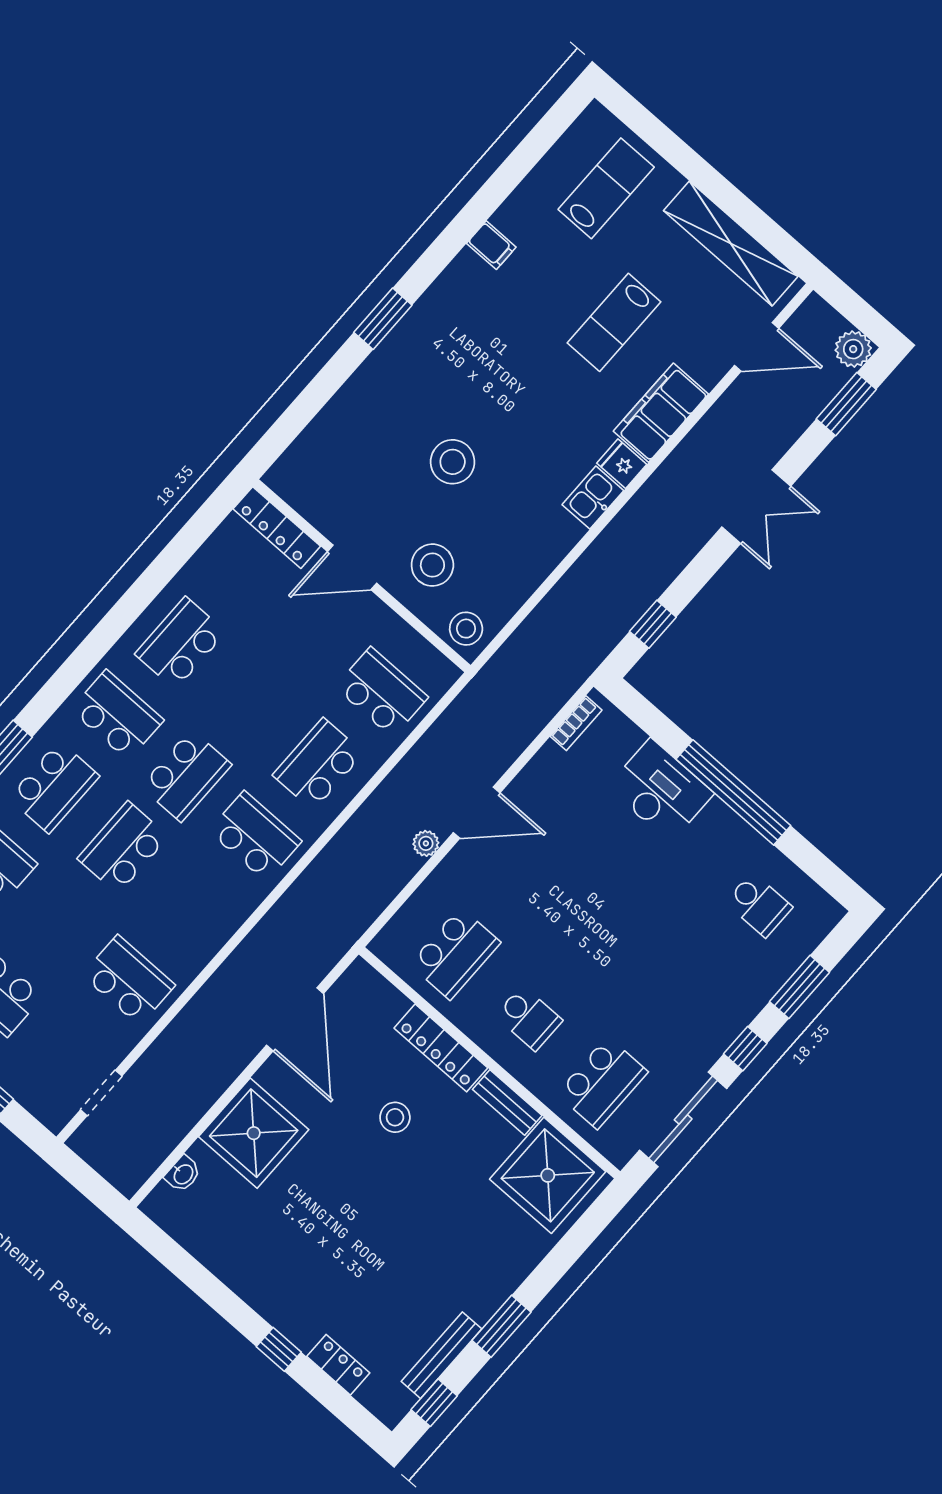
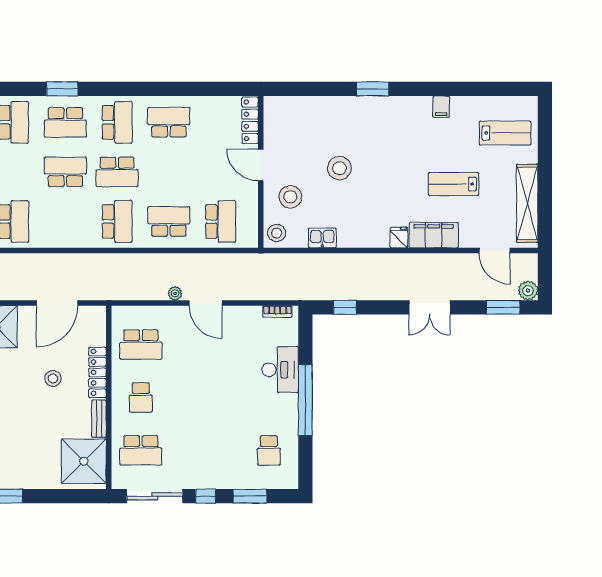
kitchen sink: (593, 498) -> (322, 238), moved

